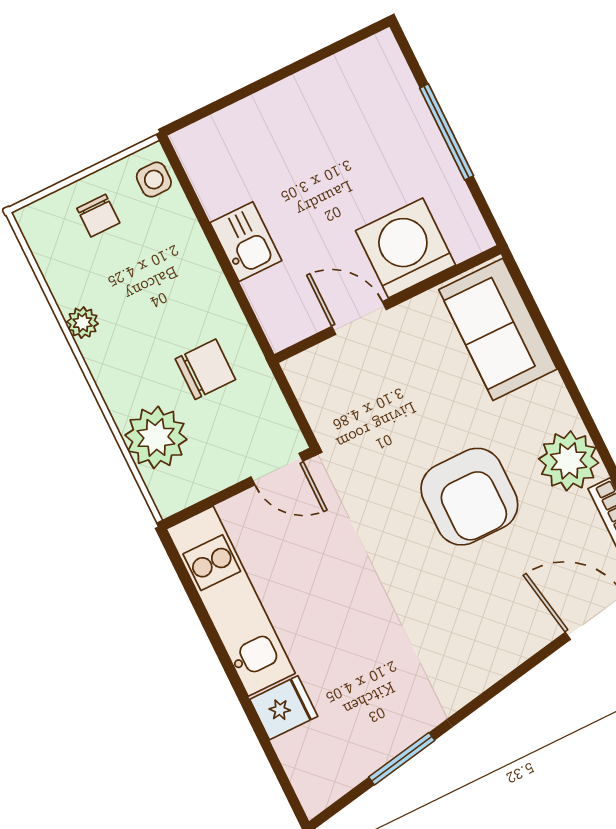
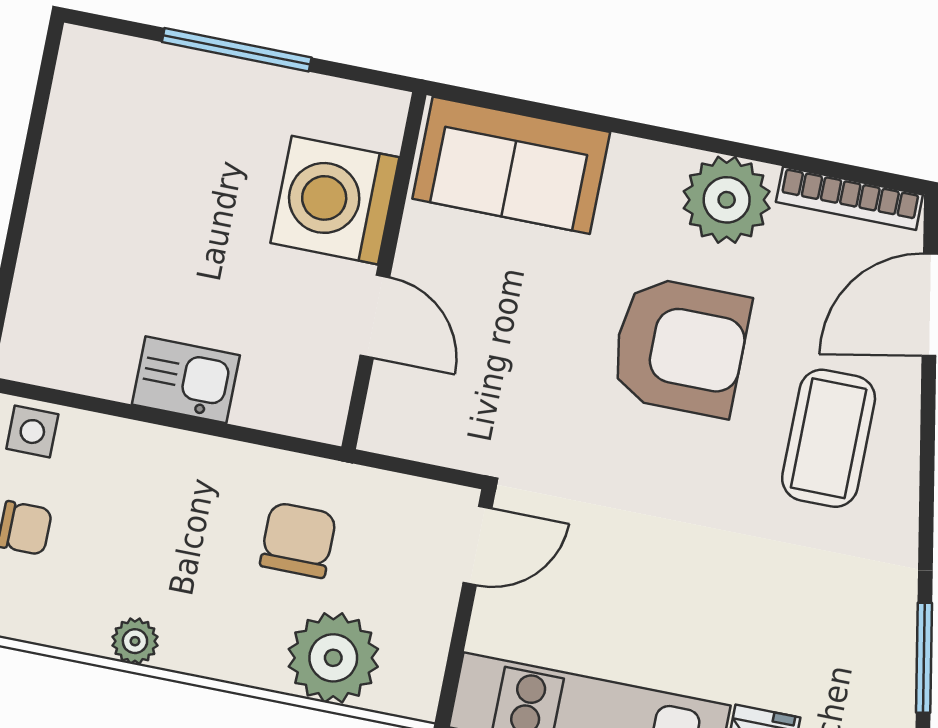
door: (359, 318) -> (375, 316), swing flipped
coffee table: (481, 615) -> (829, 438), added

